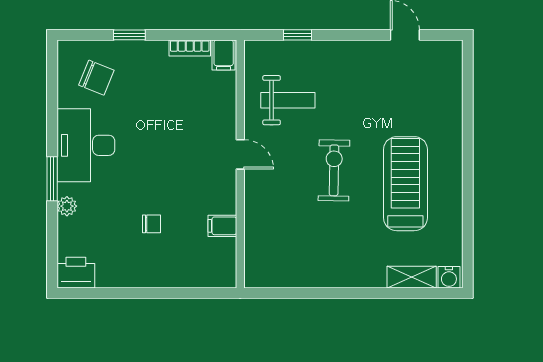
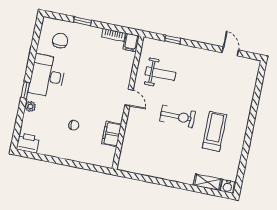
chair: (96, 78) -> (60, 41), turned -112
exercise bike: (334, 170) -> (178, 116), turned 89
window: (52, 179) -> (25, 90), width x0.67
treadmill: (405, 184) -> (214, 131), width x0.73, depth x0.73
filing cabinet: (222, 226) -> (112, 134), width x2.00

